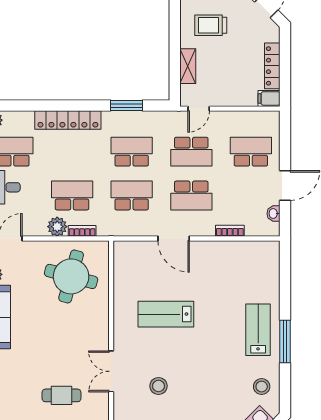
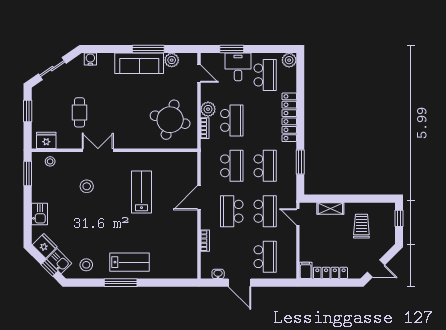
school desk: (191, 152) -> (265, 211), turned 180

